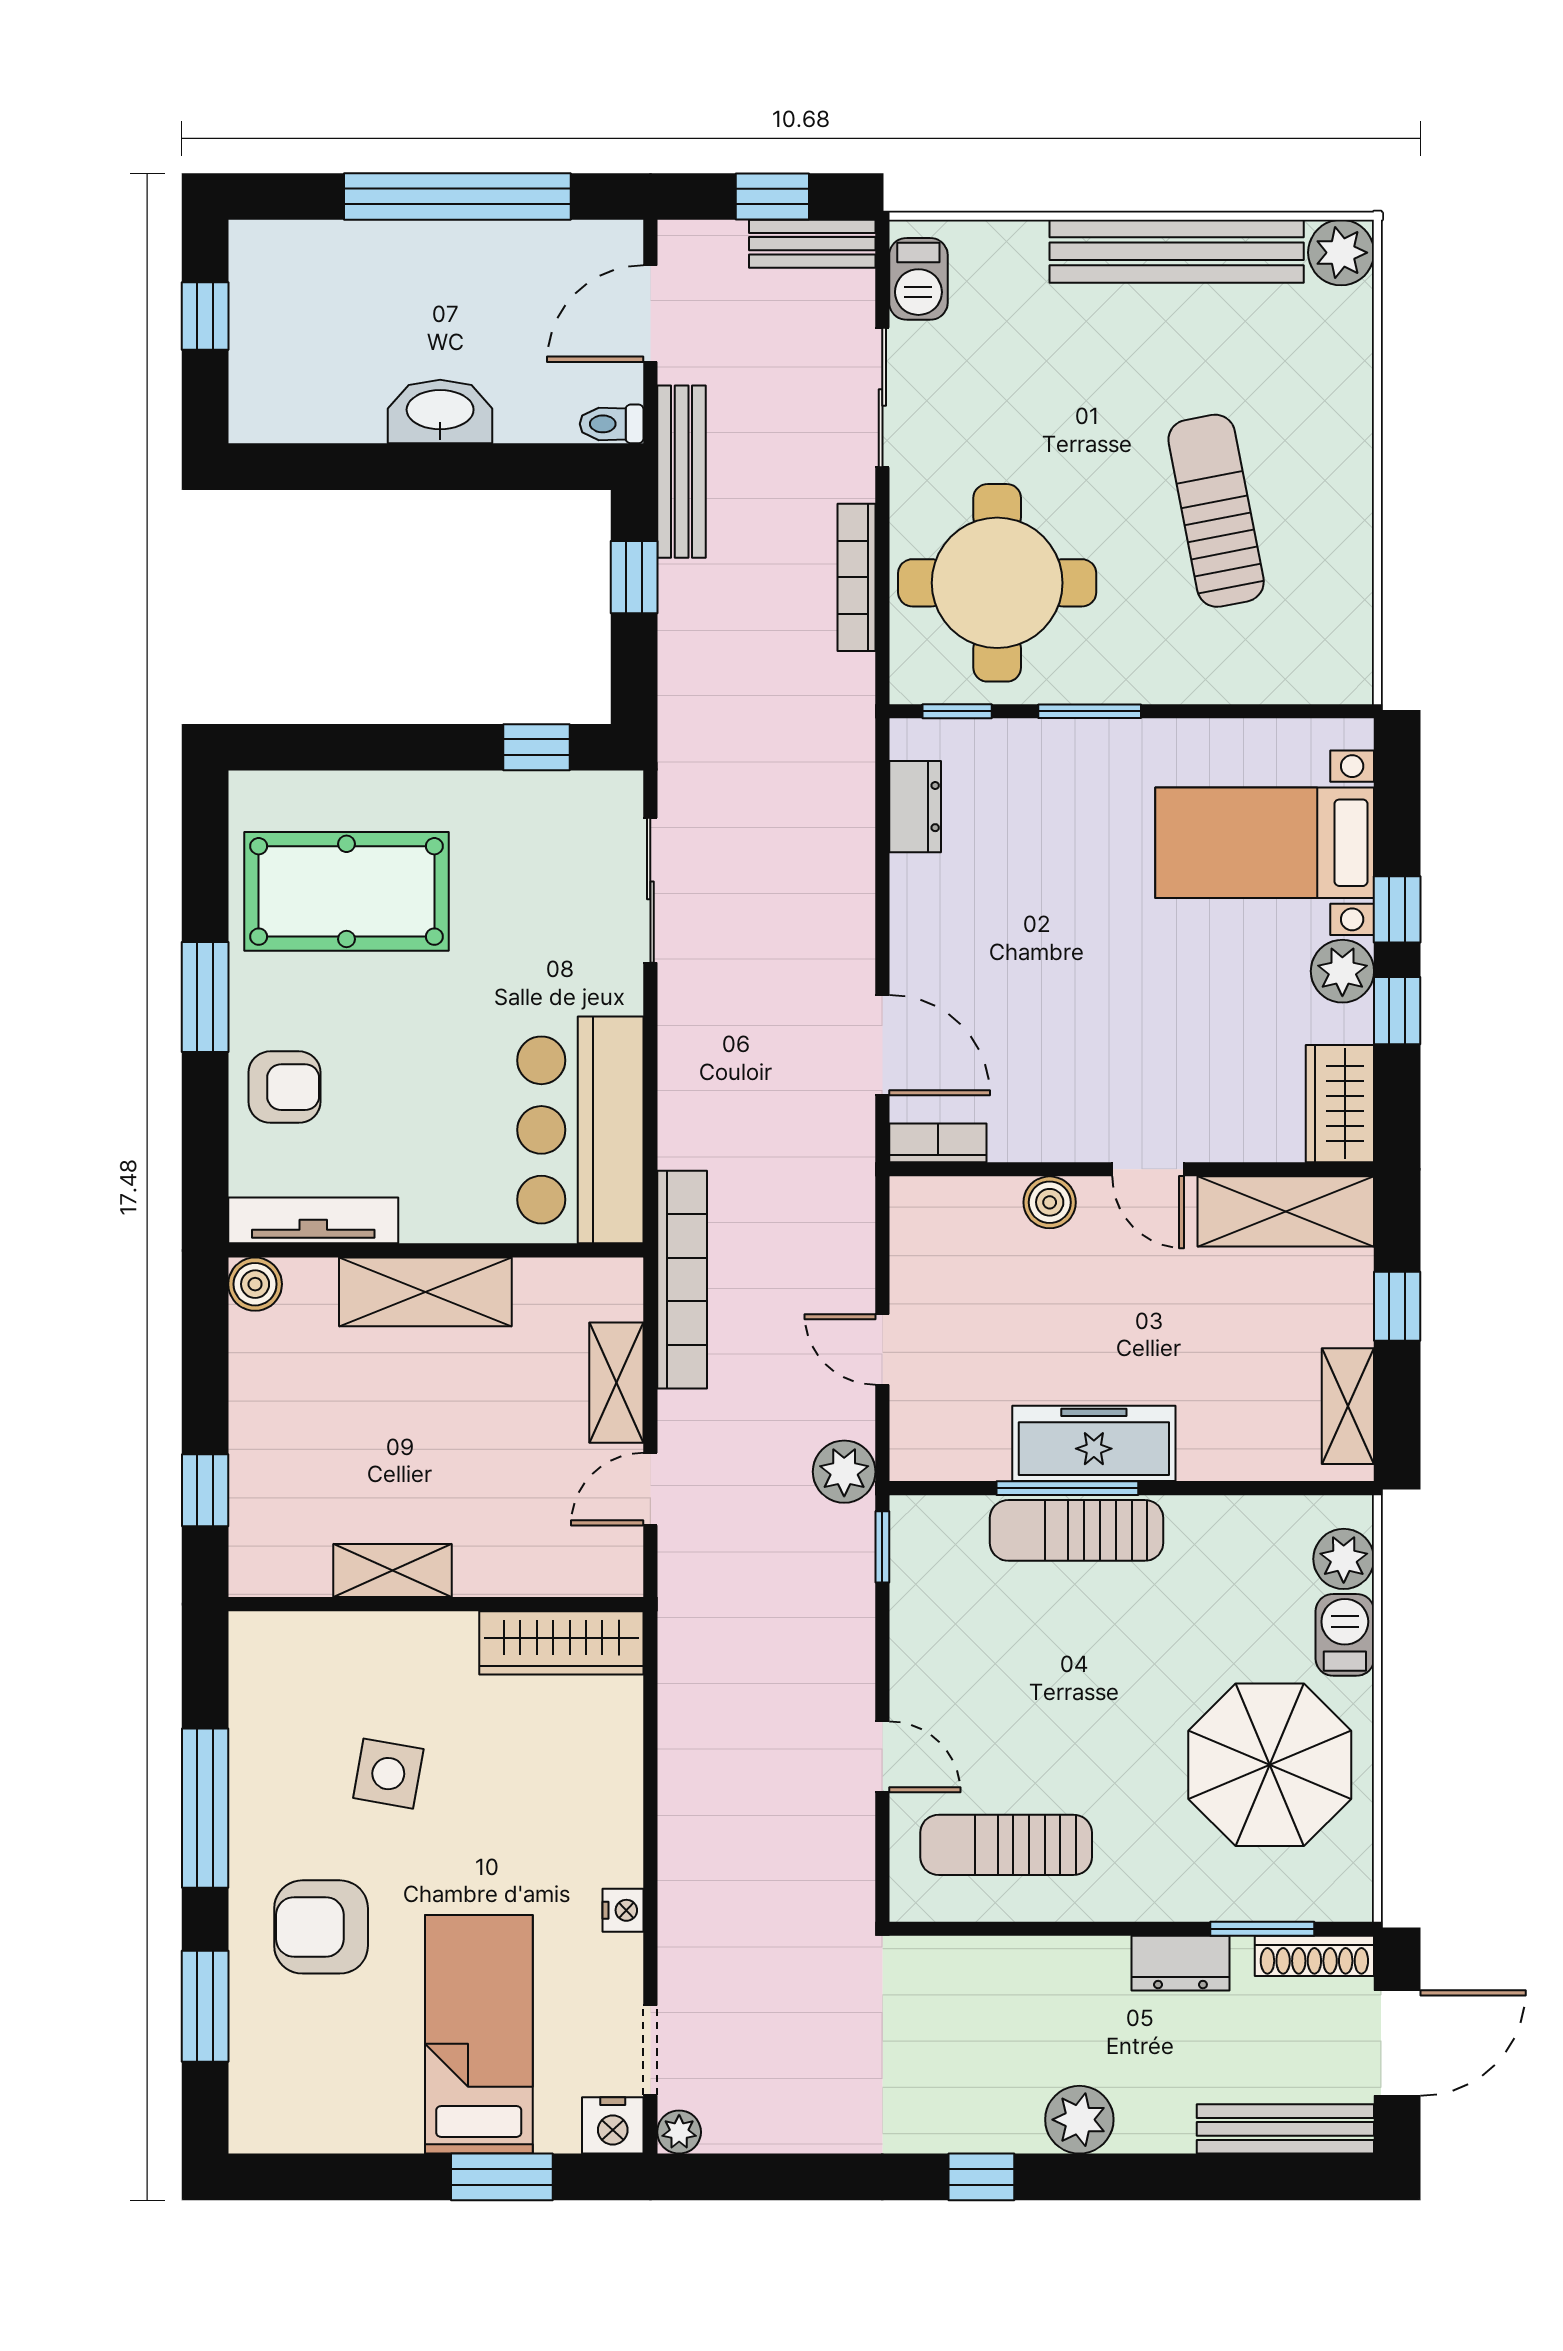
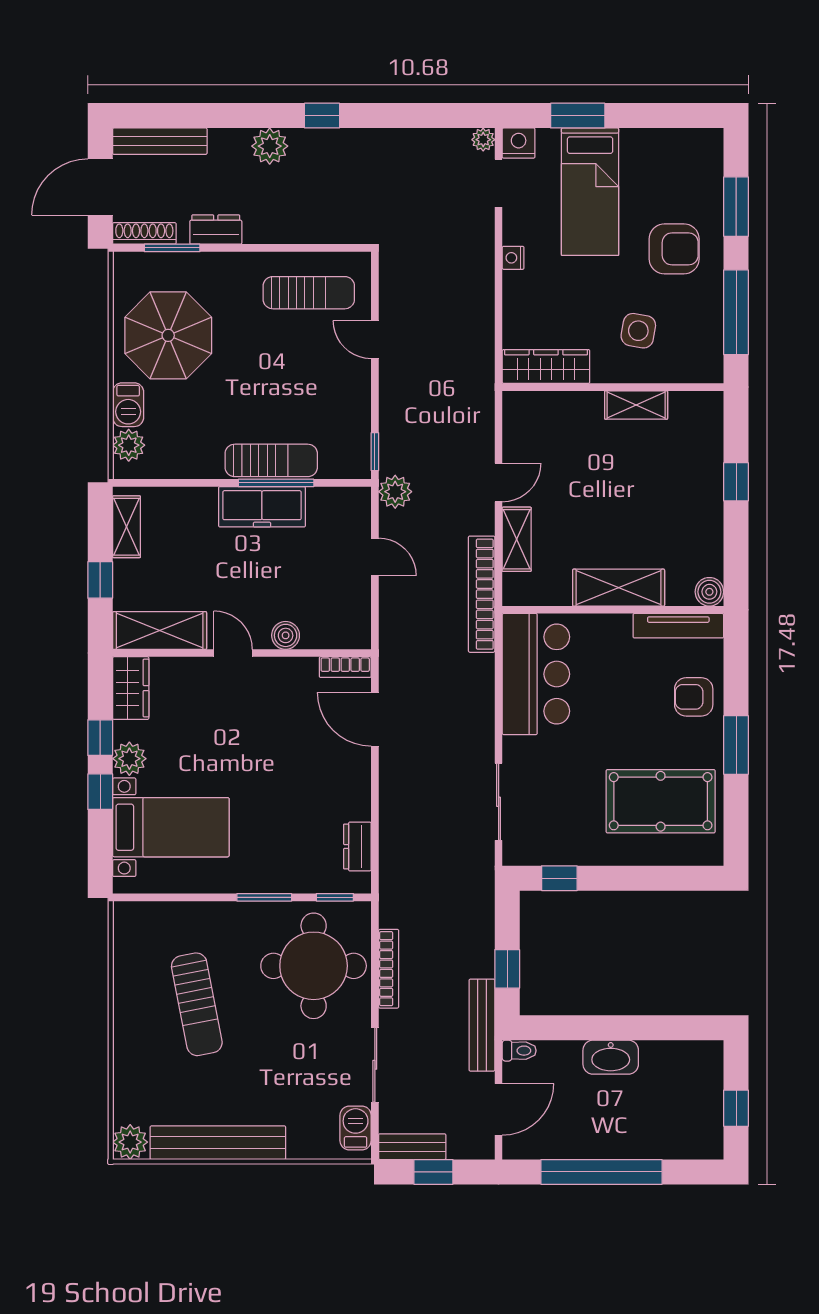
shelving: (392, 1571) -> (636, 405), moved
wall: (436, 1604) -> (613, 387), moved
wardrobe: (561, 1643) -> (546, 366), moved

